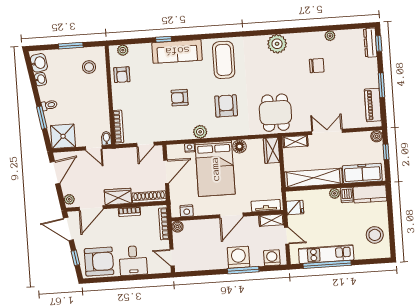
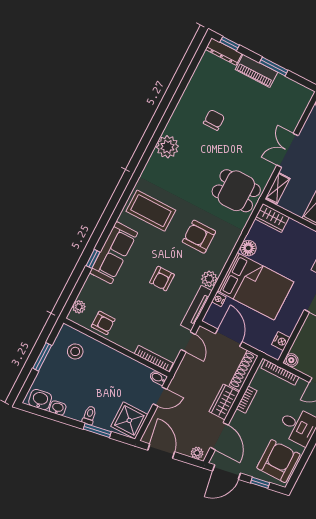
plant: (330, 36) -> (192, 88), removed
piano: (373, 105) -> (256, 71), moved
tv unit: (173, 135) -> (196, 308), added

